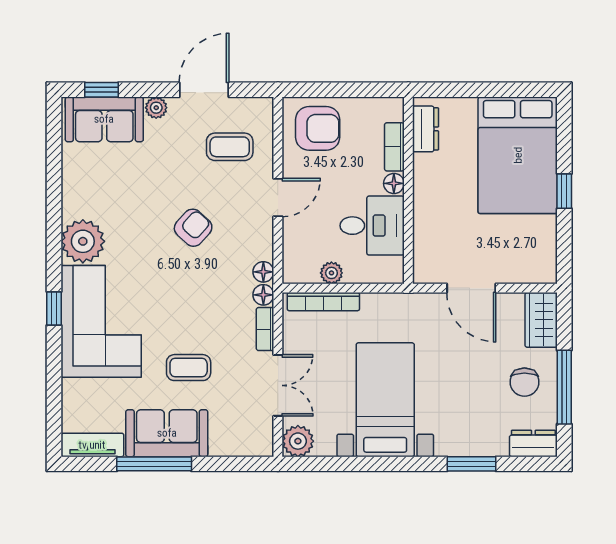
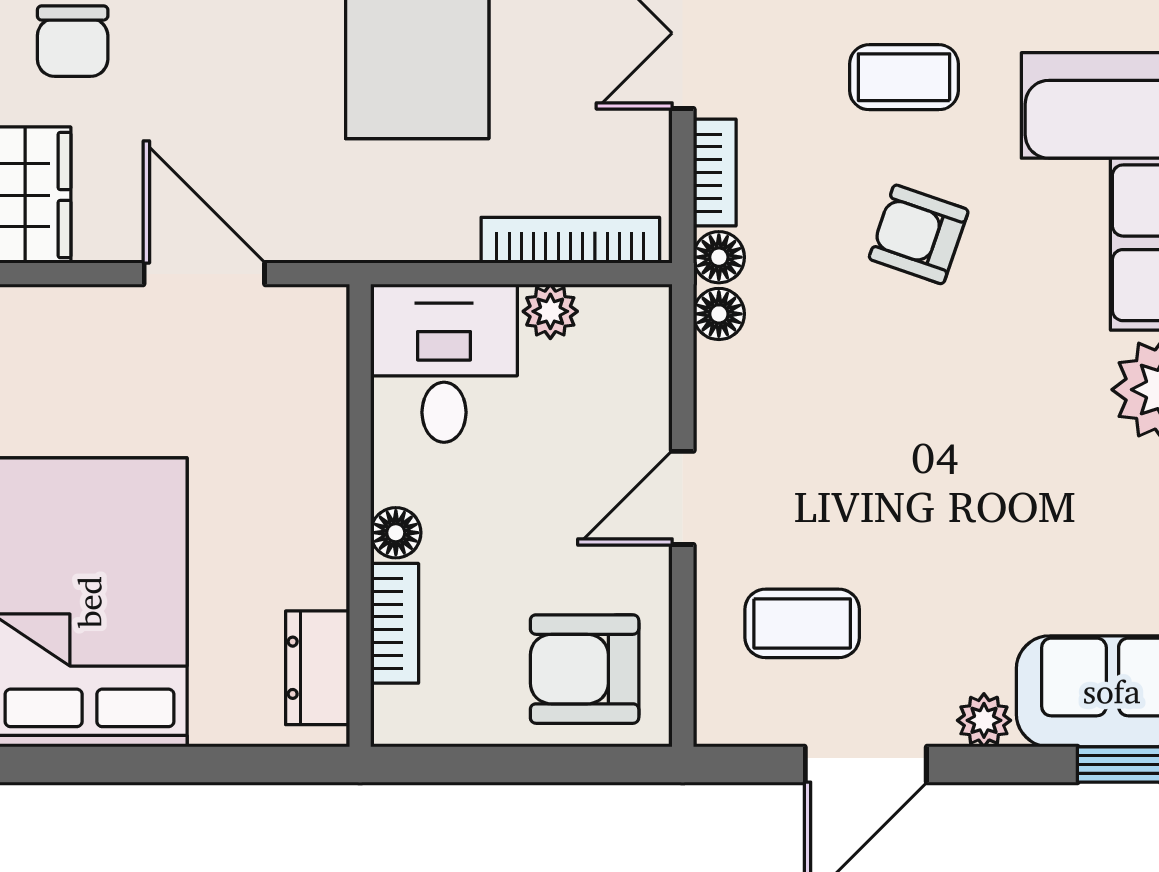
desk: (372, 226) -> (444, 363), moved, turned 90
armchair: (193, 228) -> (919, 234), moved, turned 67
chair: (524, 382) -> (73, 41), turned 180

